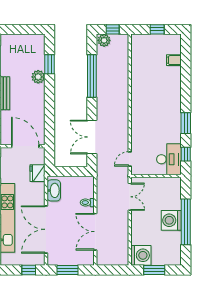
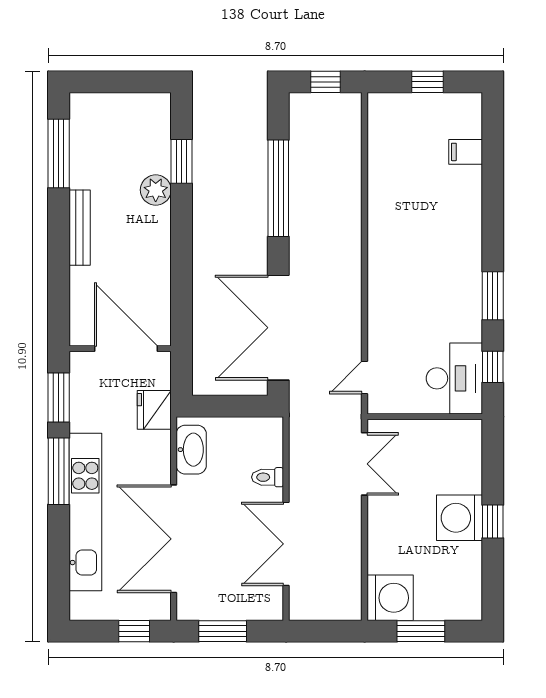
plant: (104, 40) -> (306, 107), removed
double door: (92, 137) -> (278, 328), width x1.36
window: (186, 222) -> (493, 521), width x0.32

